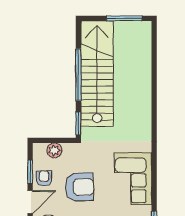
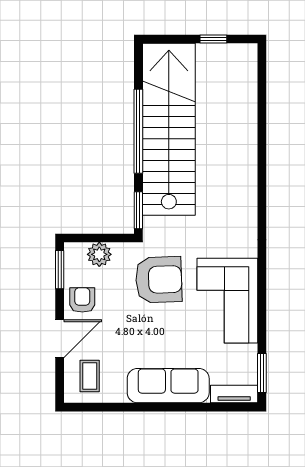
window: (124, 18) -> (213, 39), width x0.46
window: (30, 172) -> (60, 270), moved
armchair: (80, 187) -> (159, 280), moved

